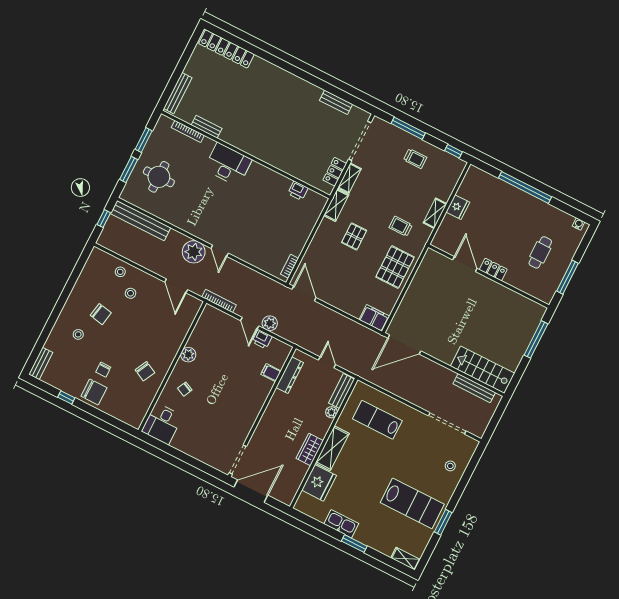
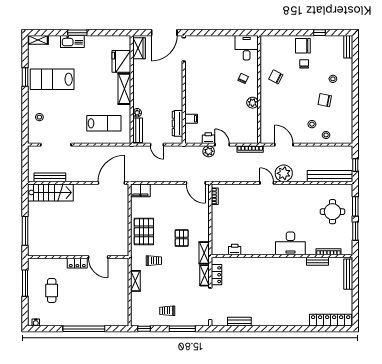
fridge: (458, 207) -> (122, 293), removed
wardrobe: (310, 450) -> (139, 48), moved
kitchen sink: (341, 524) -> (72, 41), moved

